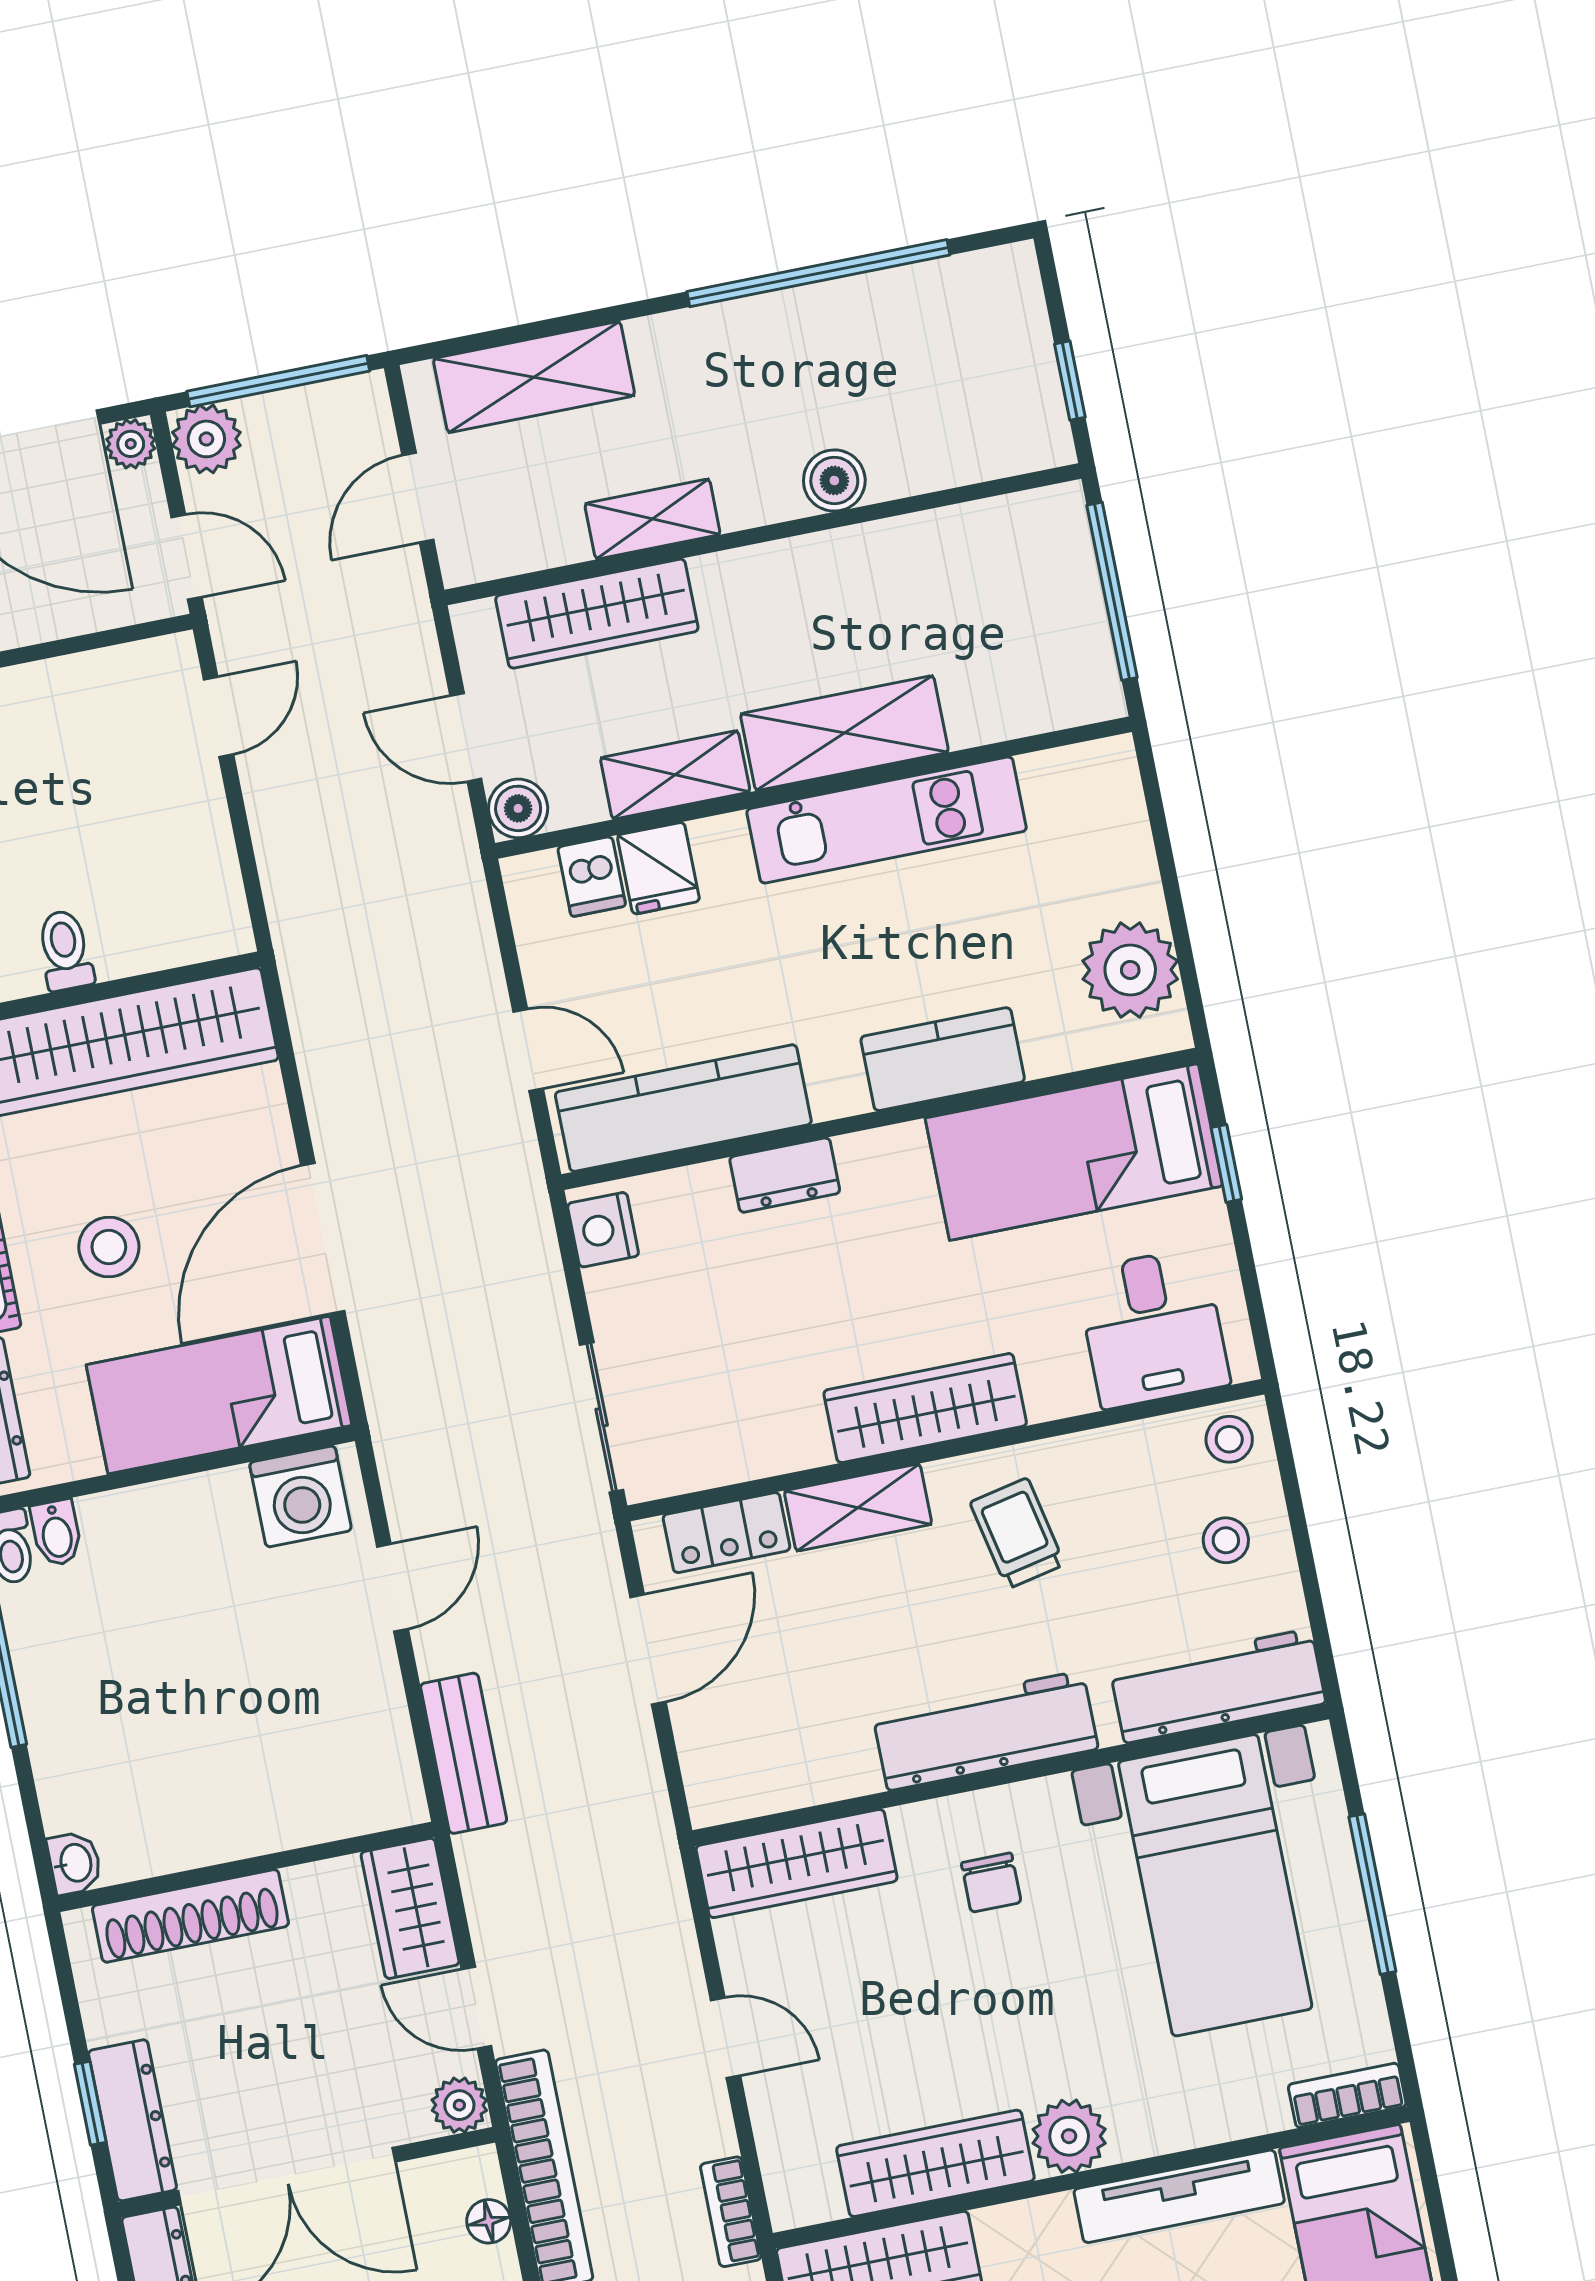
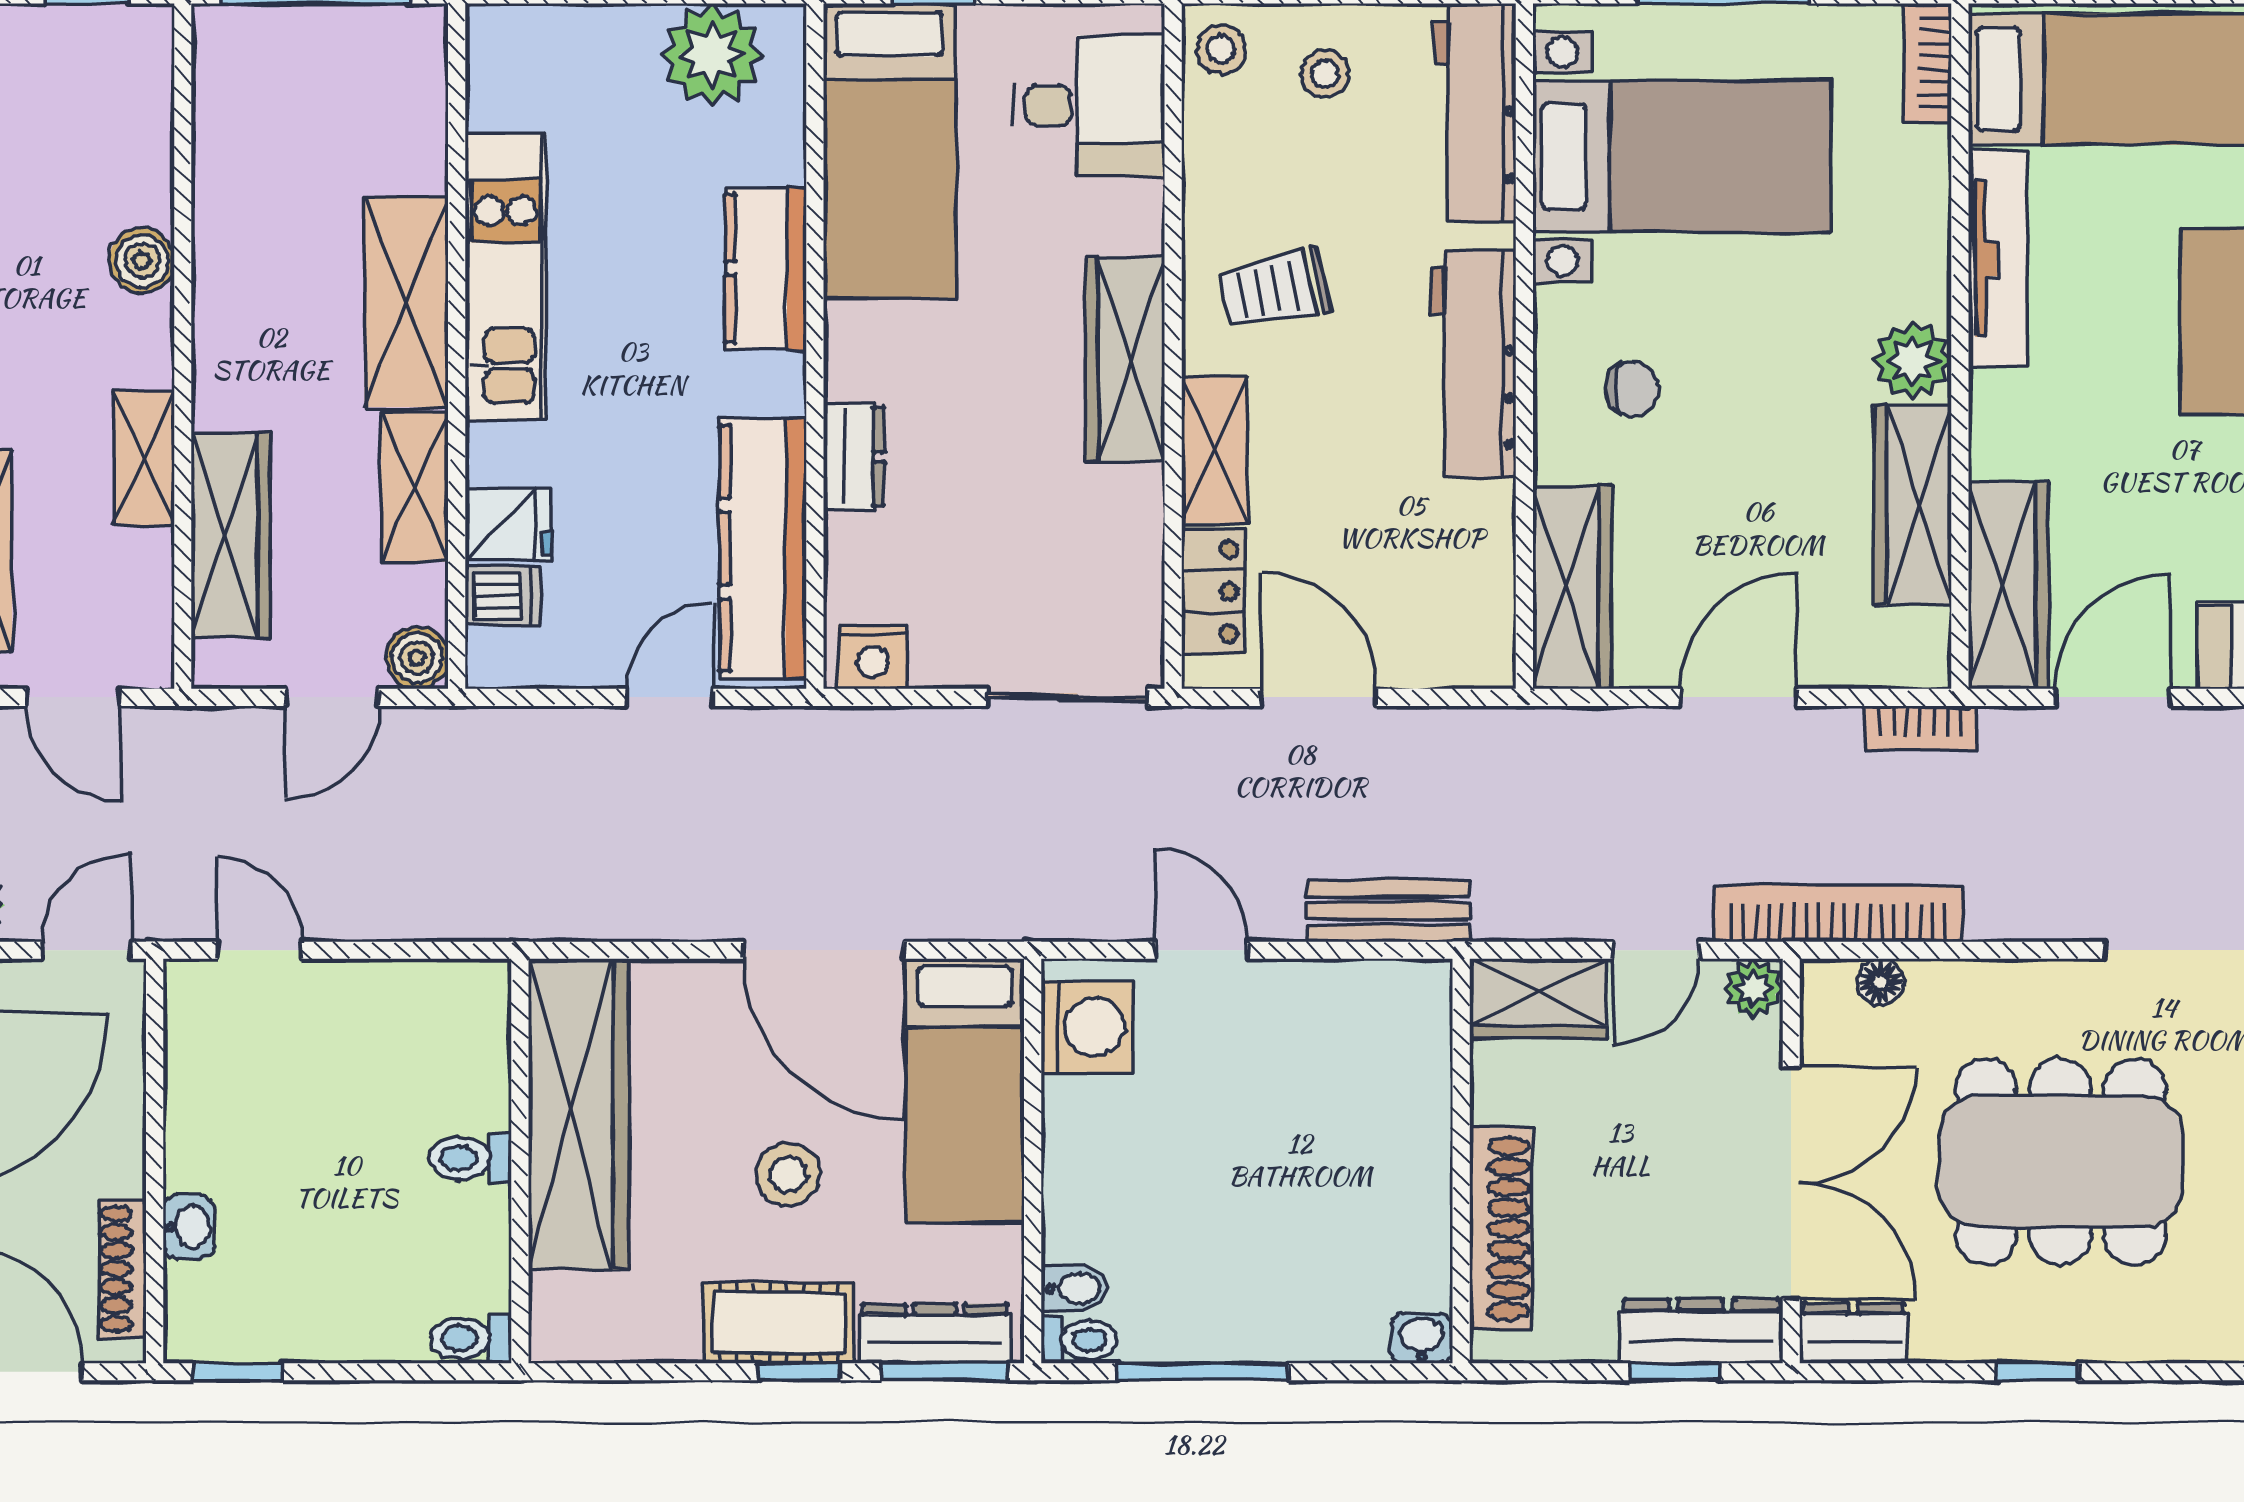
door: (726, 2038) -> (1739, 697), width x1.38

